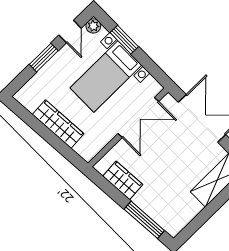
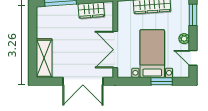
plant: (93, 26) -> (184, 39), moved
window: (44, 58) -> (193, 15), moved

